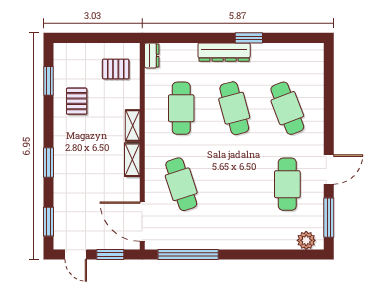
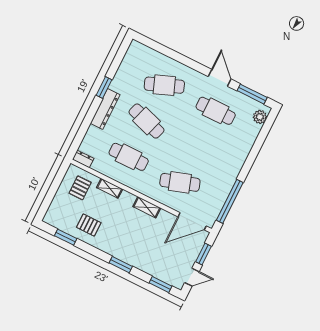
cafe table: (234, 108) -> (146, 121), turned 33
shelving: (133, 125) -> (110, 188), moved

